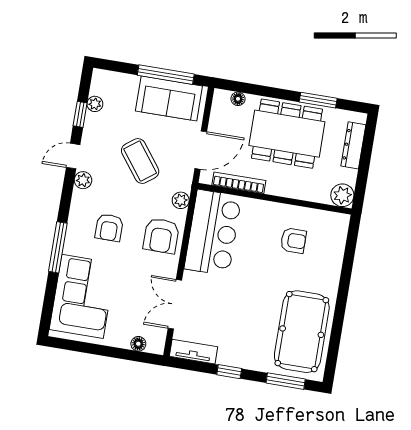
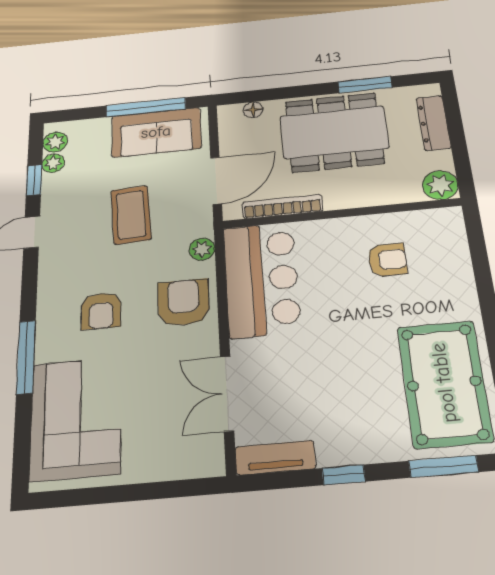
coffee table: (140, 161) -> (131, 215), turned 34
plant: (83, 180) -> (55, 142), moved
armchair: (161, 236) -> (183, 302), turned 180
floor lamp: (138, 344) -> (181, 468), removed

